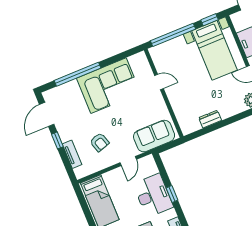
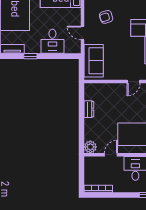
window: (172, 194) -> (30, 56), moved
desk: (153, 195) -> (52, 41), width x0.73

